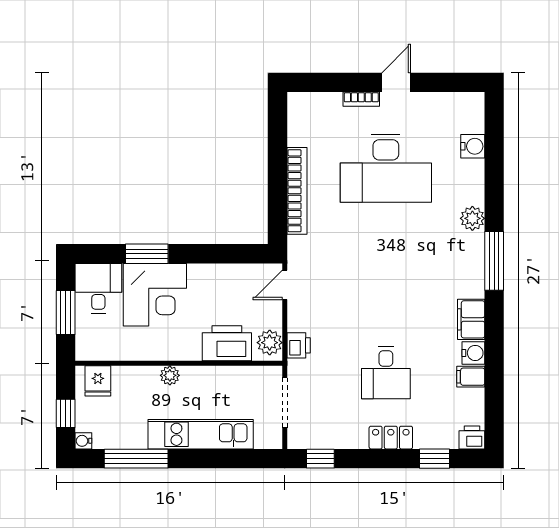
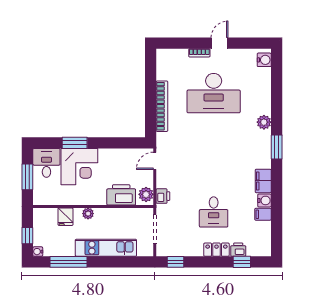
water cooler: (473, 146) -> (264, 60), moved
window: (494, 261) -> (277, 147), width x0.69
fridge: (98, 381) -> (65, 217), moved
printer: (472, 437) -> (238, 250), moved

